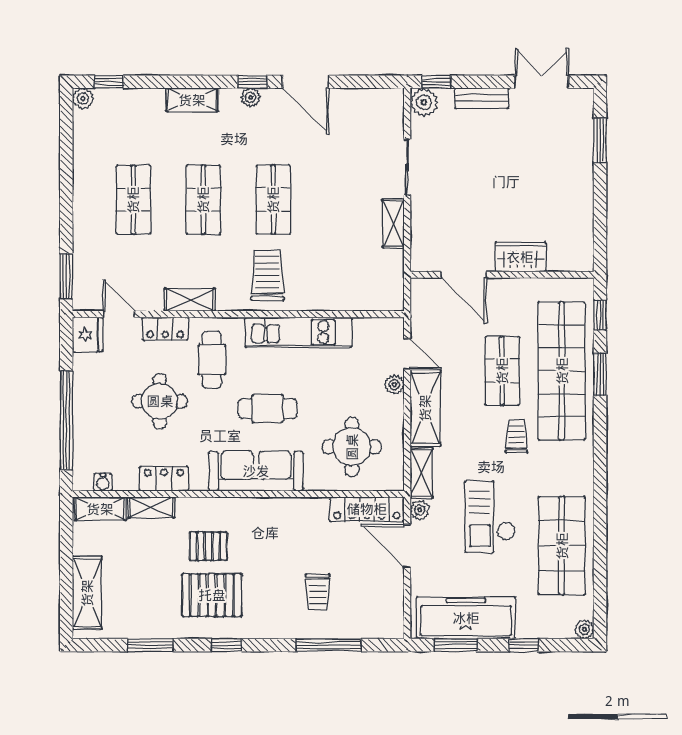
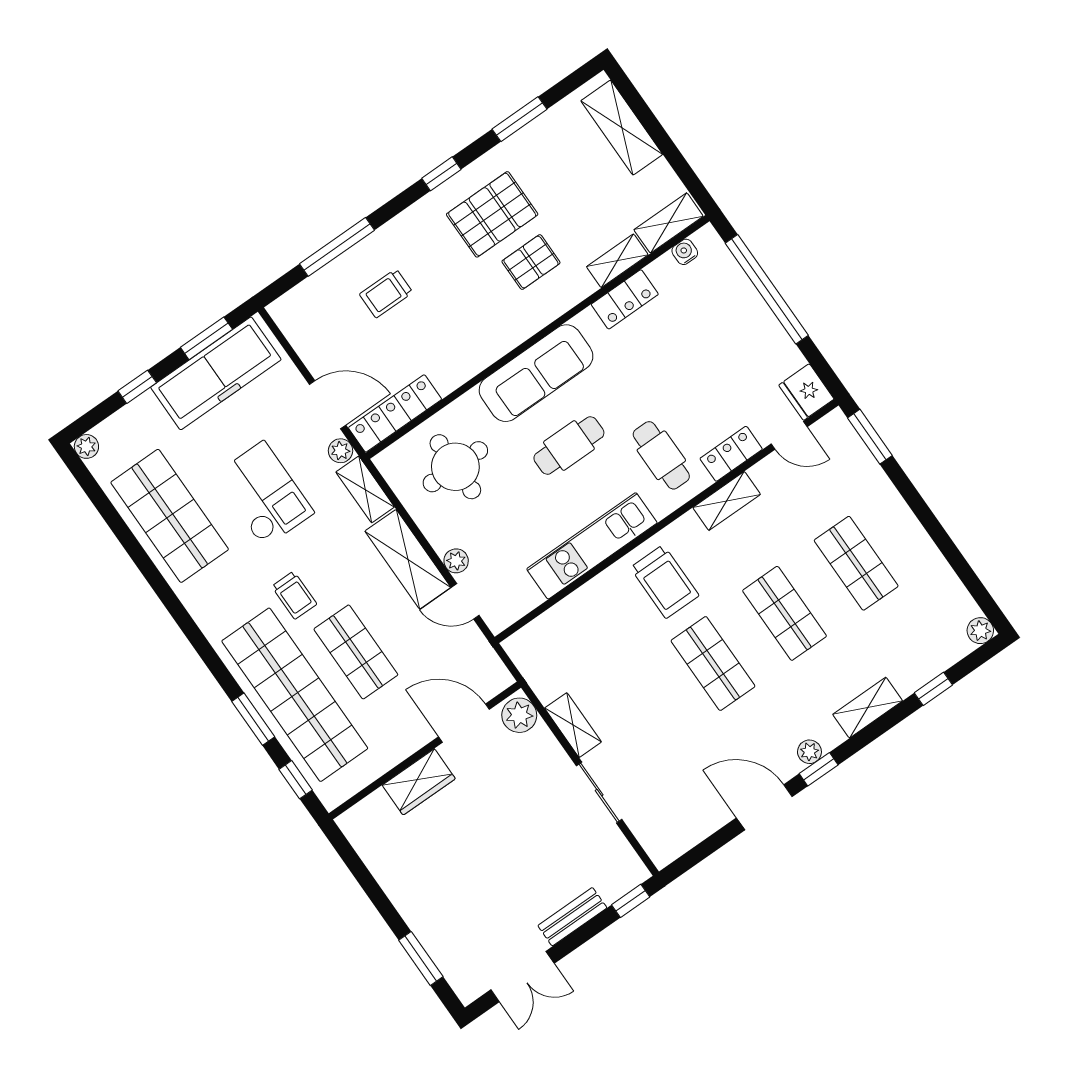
window: (109, 82) -> (933, 689), moved
plant: (424, 102) -> (519, 715), moved
round table: (160, 401) -> (685, 375), removed
trolley: (318, 592) -> (386, 293), turned -90

